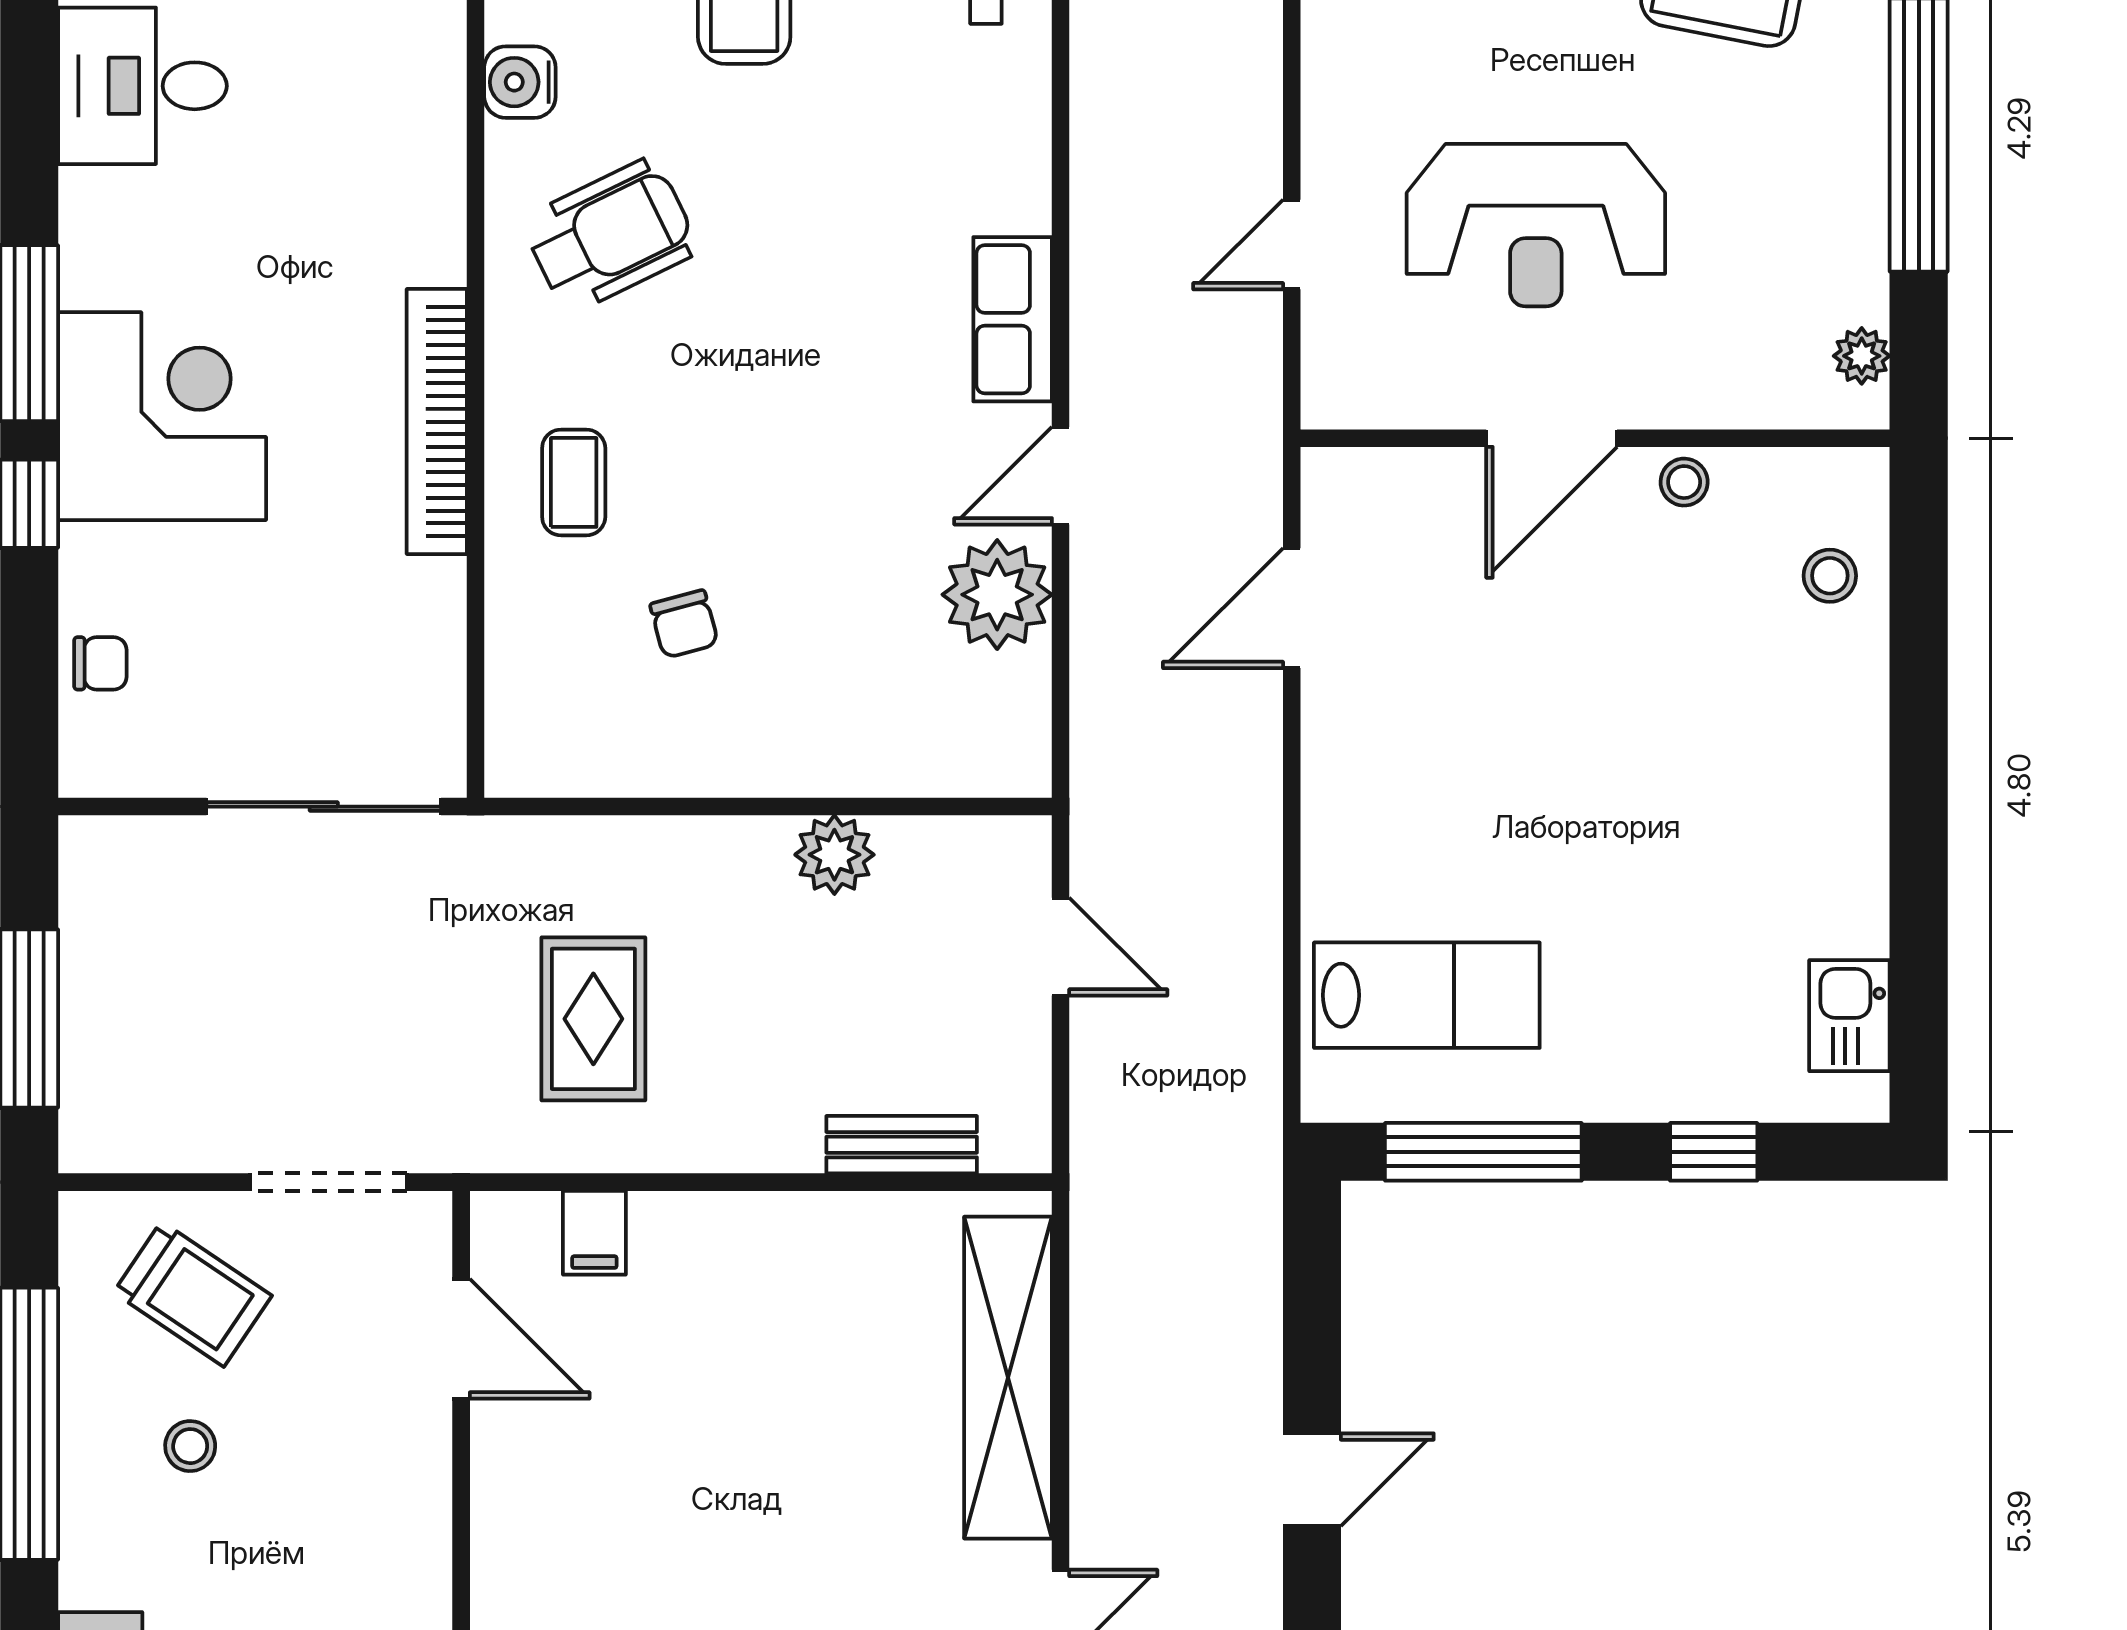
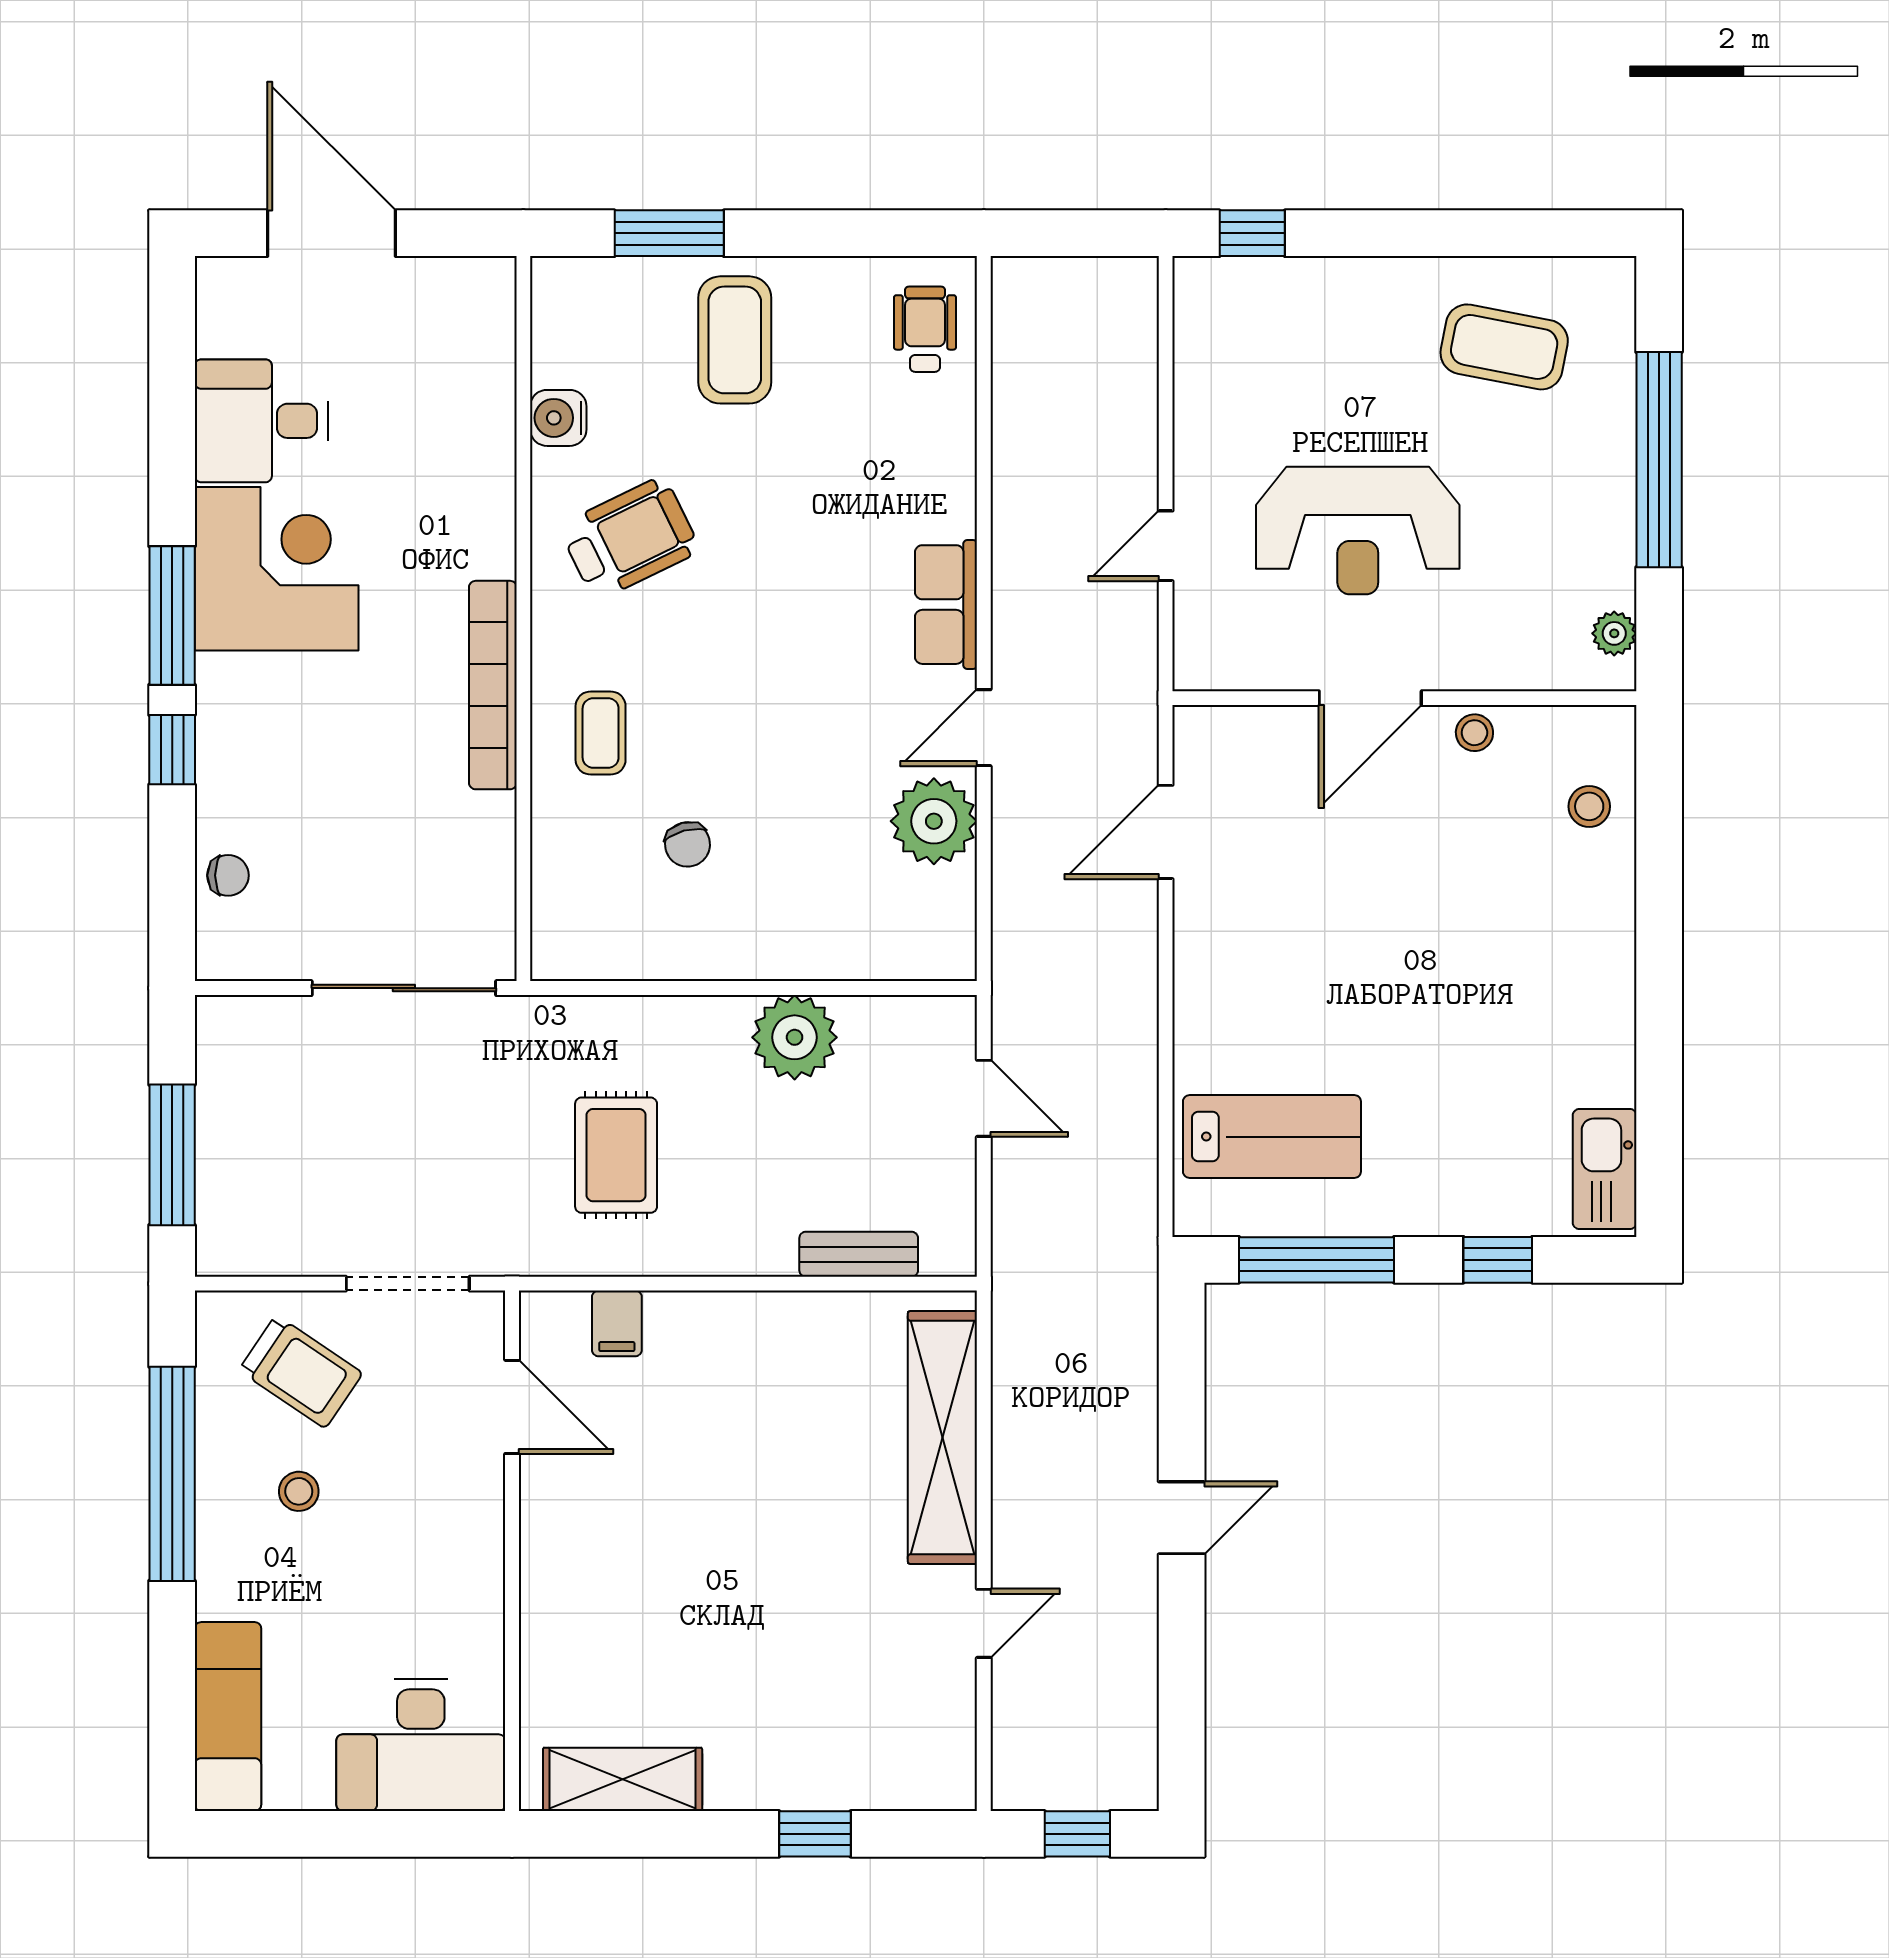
corner desk: (162, 416) -> (277, 569), moved
plant: (834, 855) -> (795, 1037), width x1.36, depth x1.36
kitchen sink: (1849, 1016) -> (1605, 1169), width x1.38

